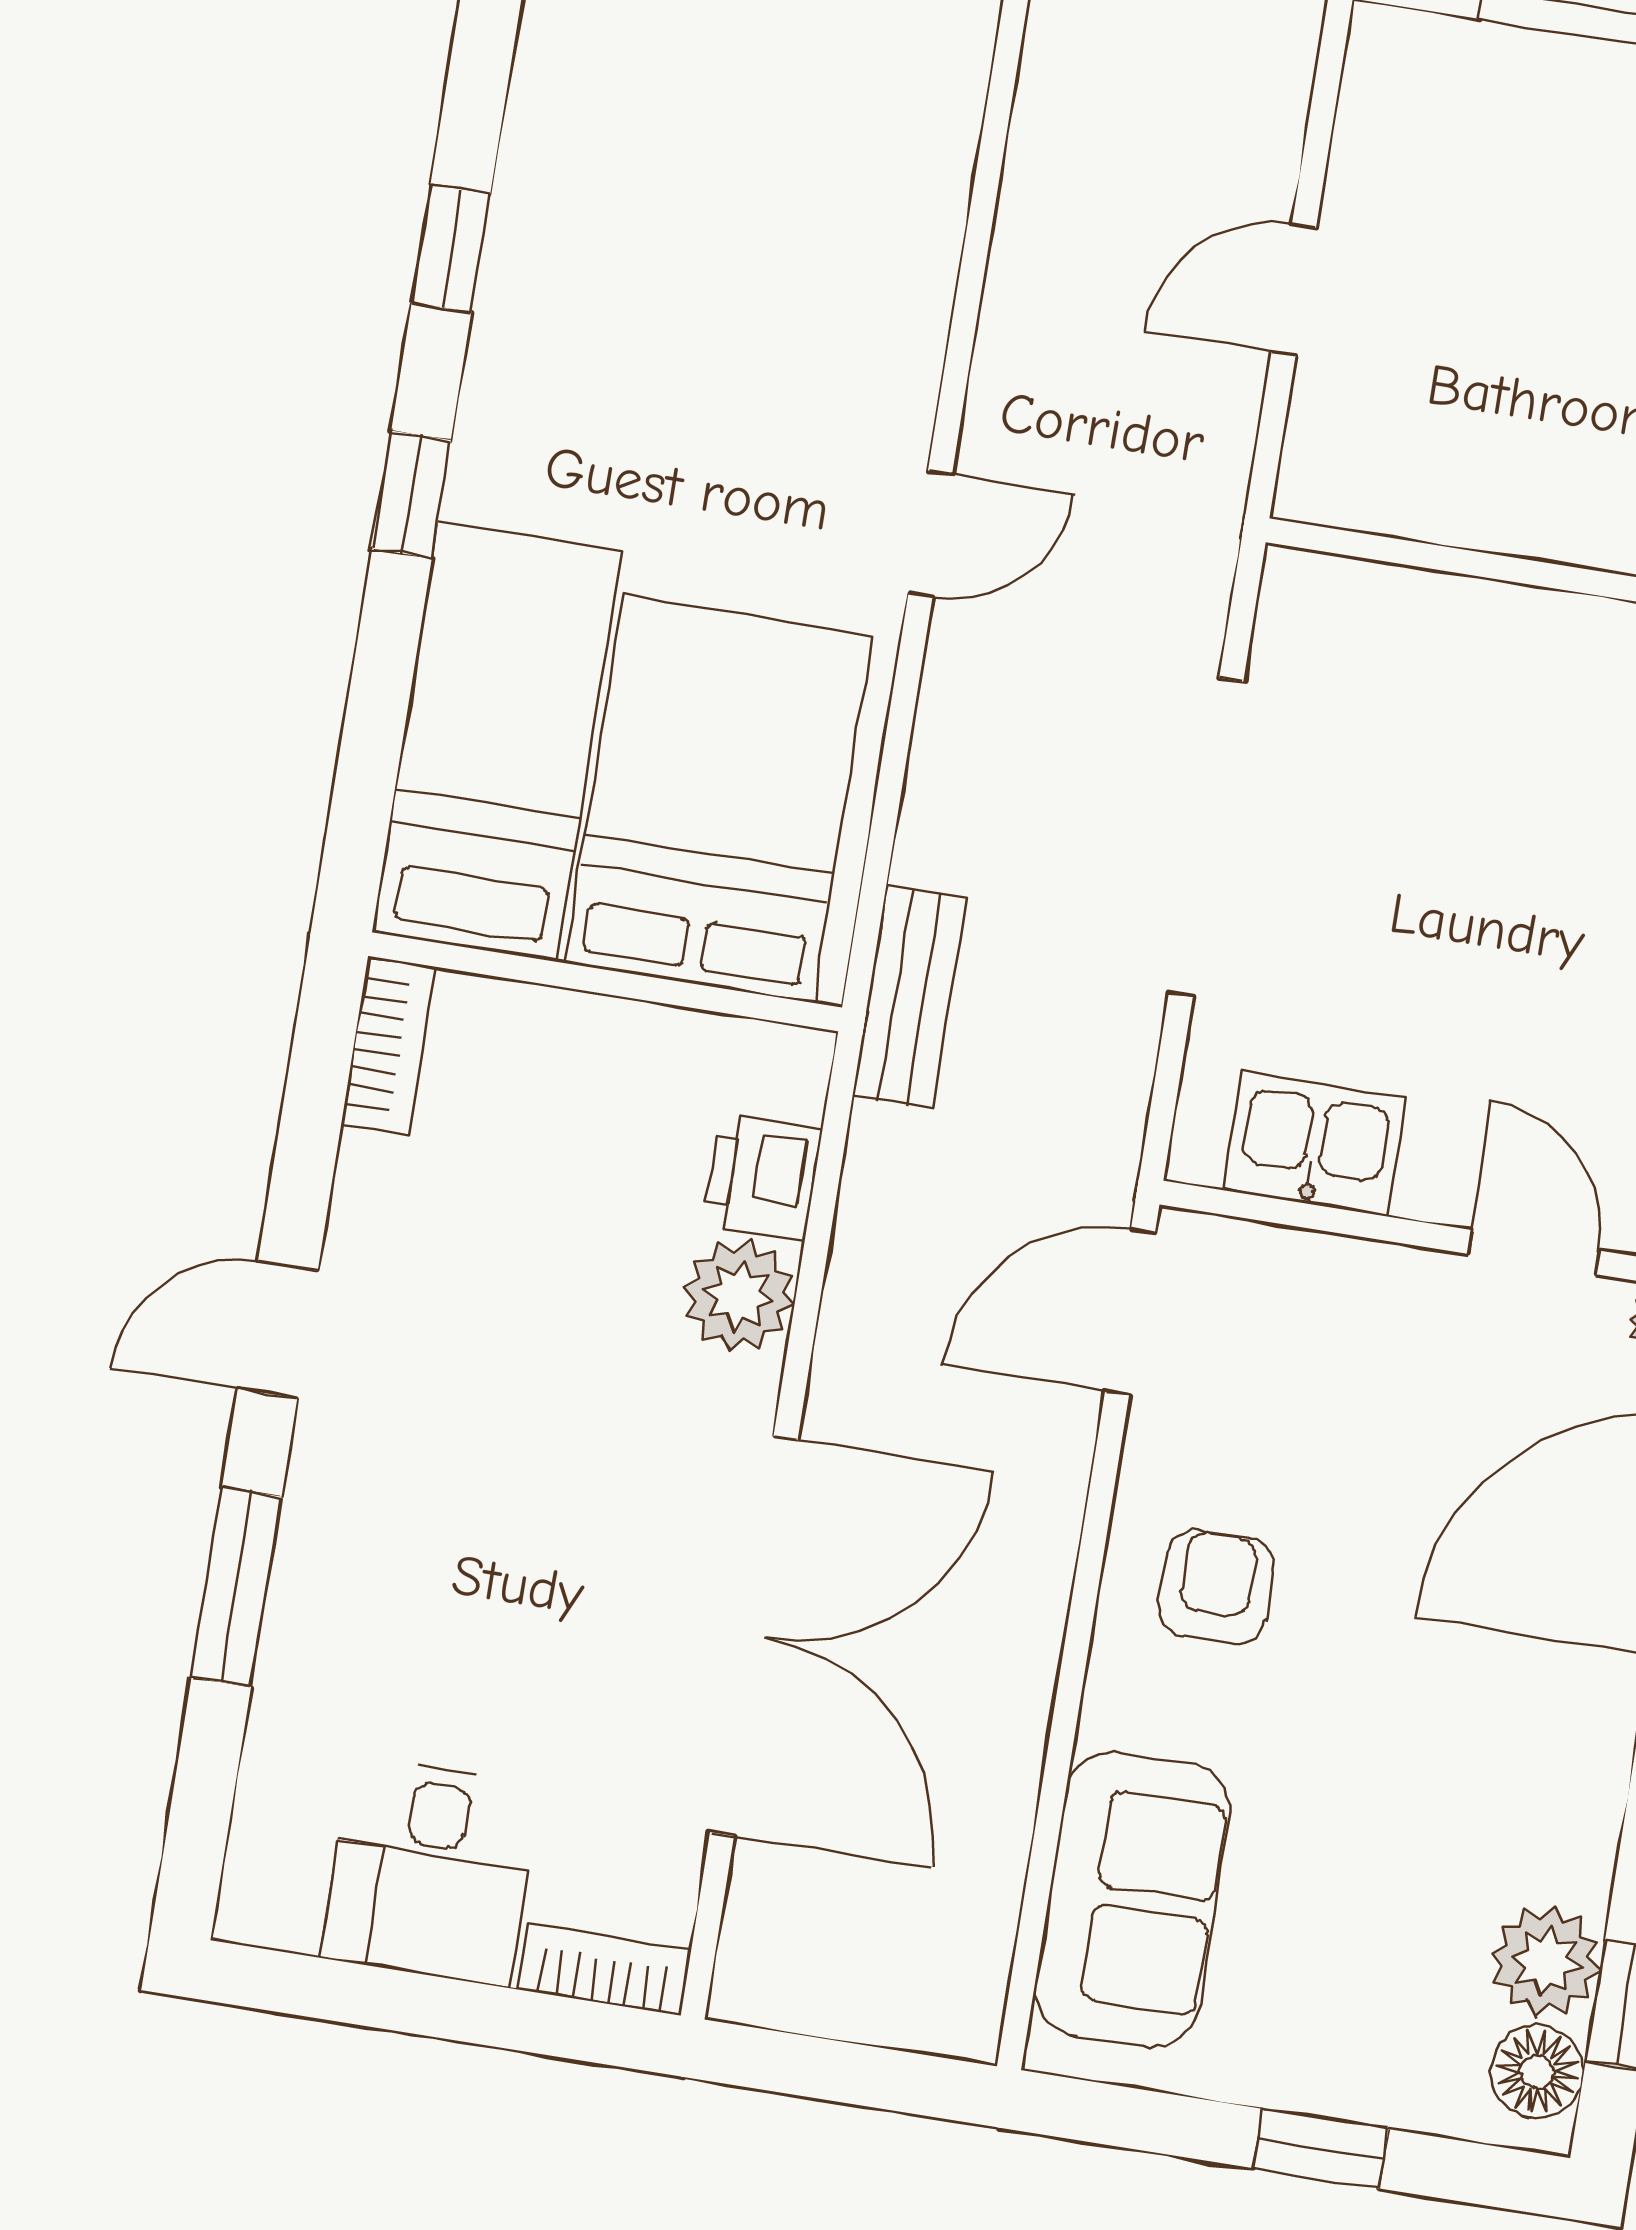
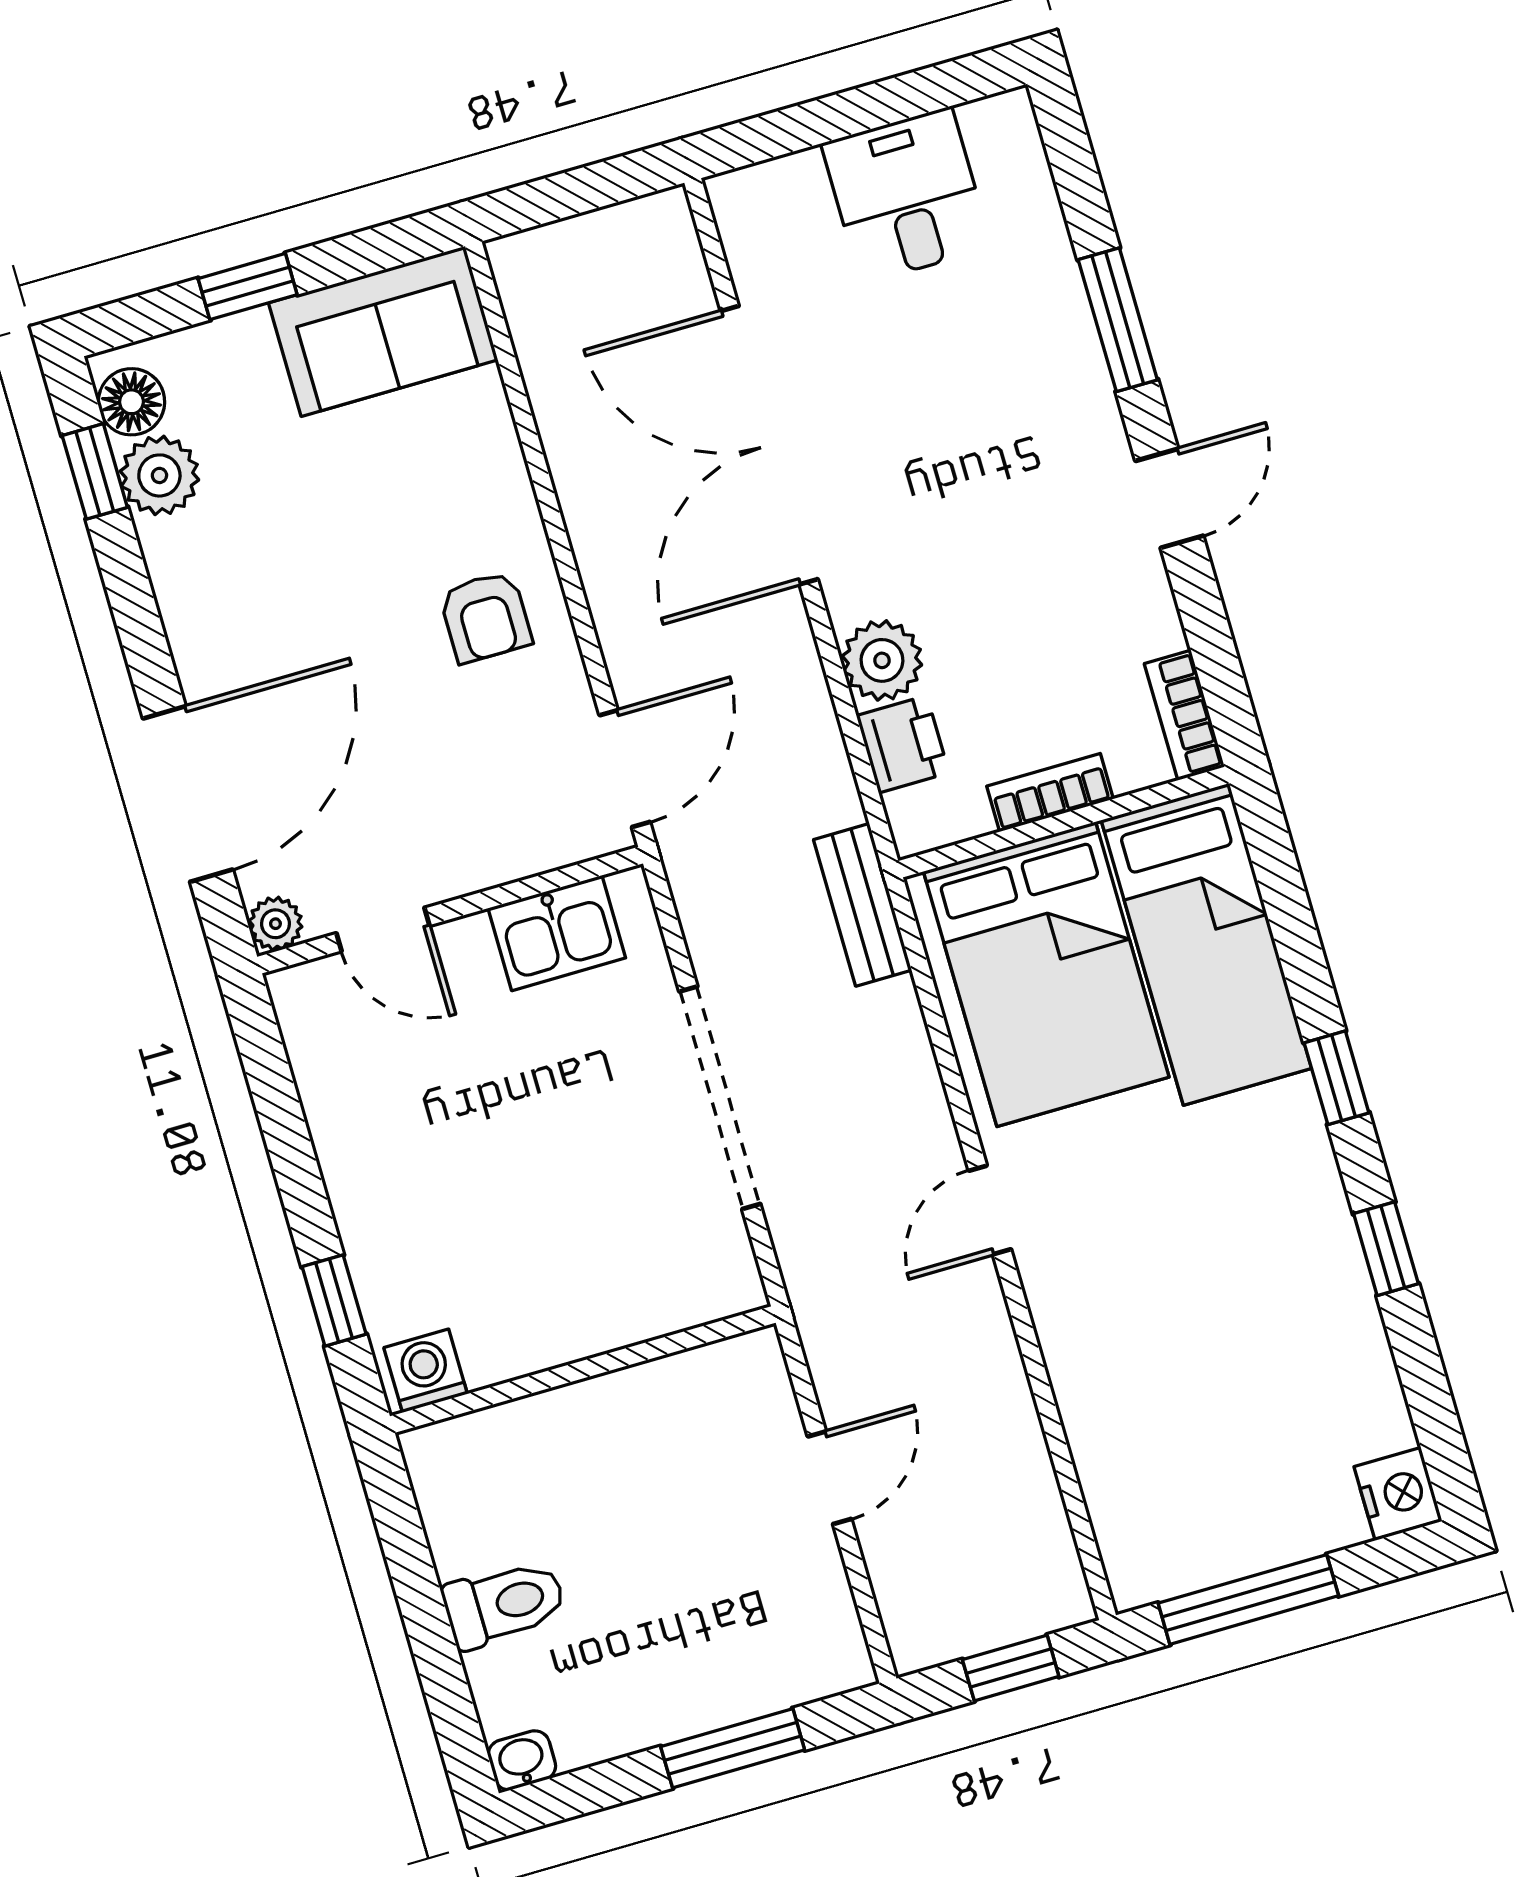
sofa: (1132, 1900) -> (383, 331), moved, turned -90
bookcase: (604, 1970) -> (1050, 793), moved, turned 180

